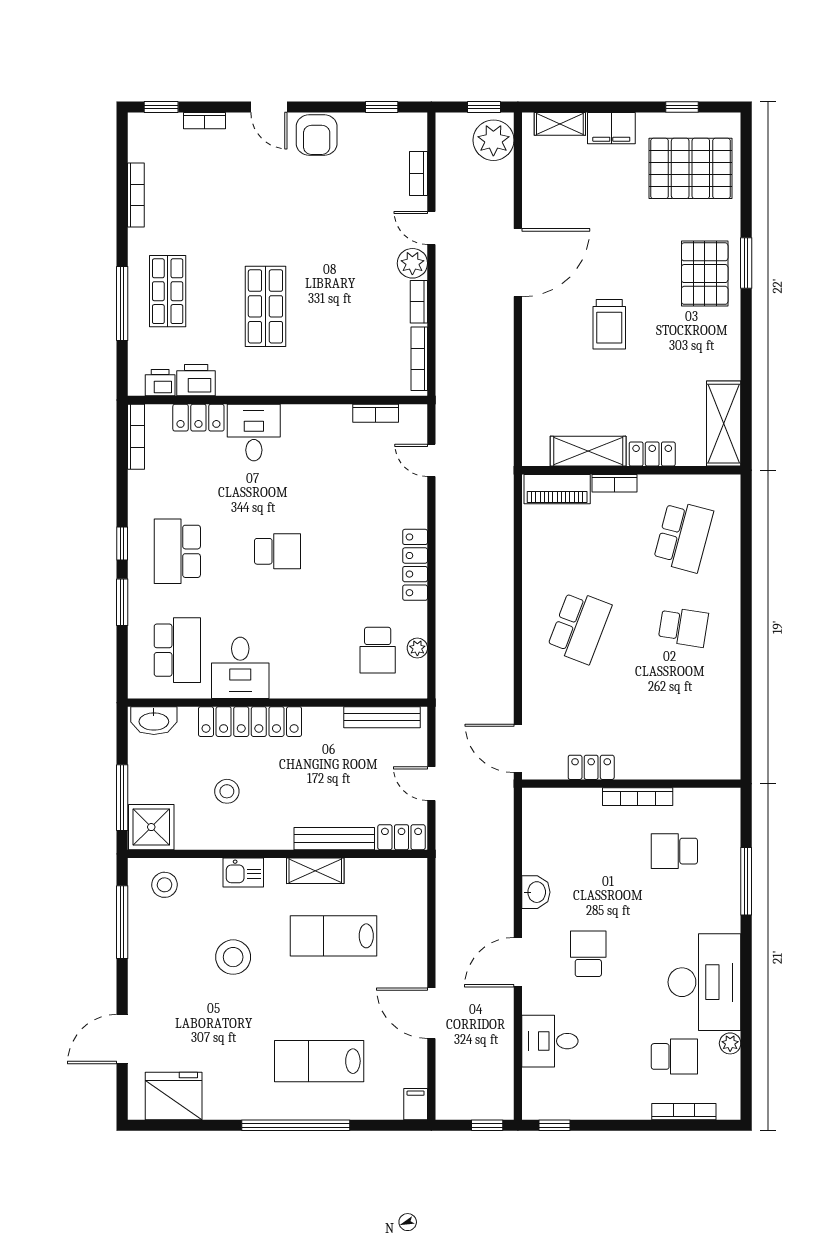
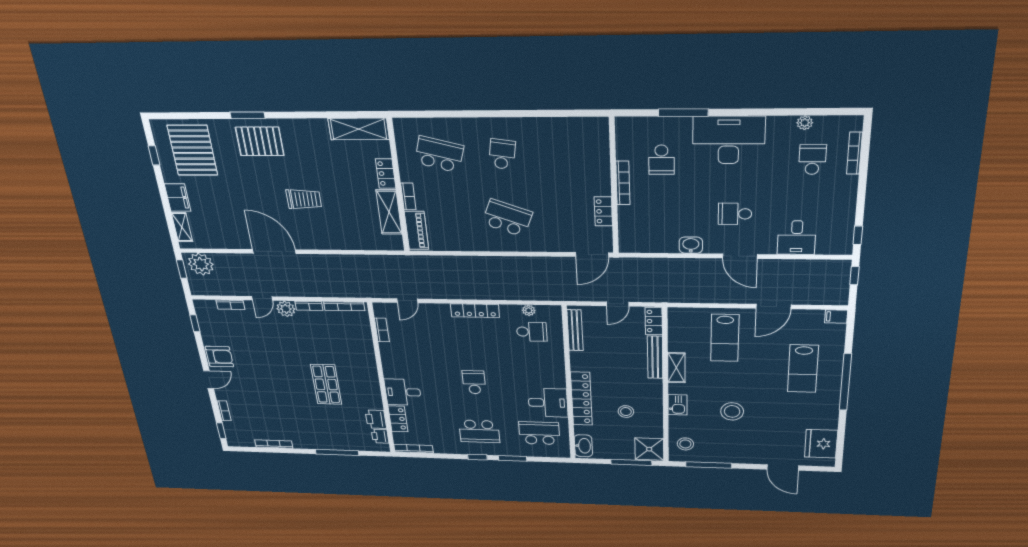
shop shelf: (168, 291) -> (326, 431), removed
shop shelf: (265, 306) -> (326, 384), turned 90
lab bench: (333, 936) -> (725, 338), moved
desk: (704, 982) -> (729, 140), moved

